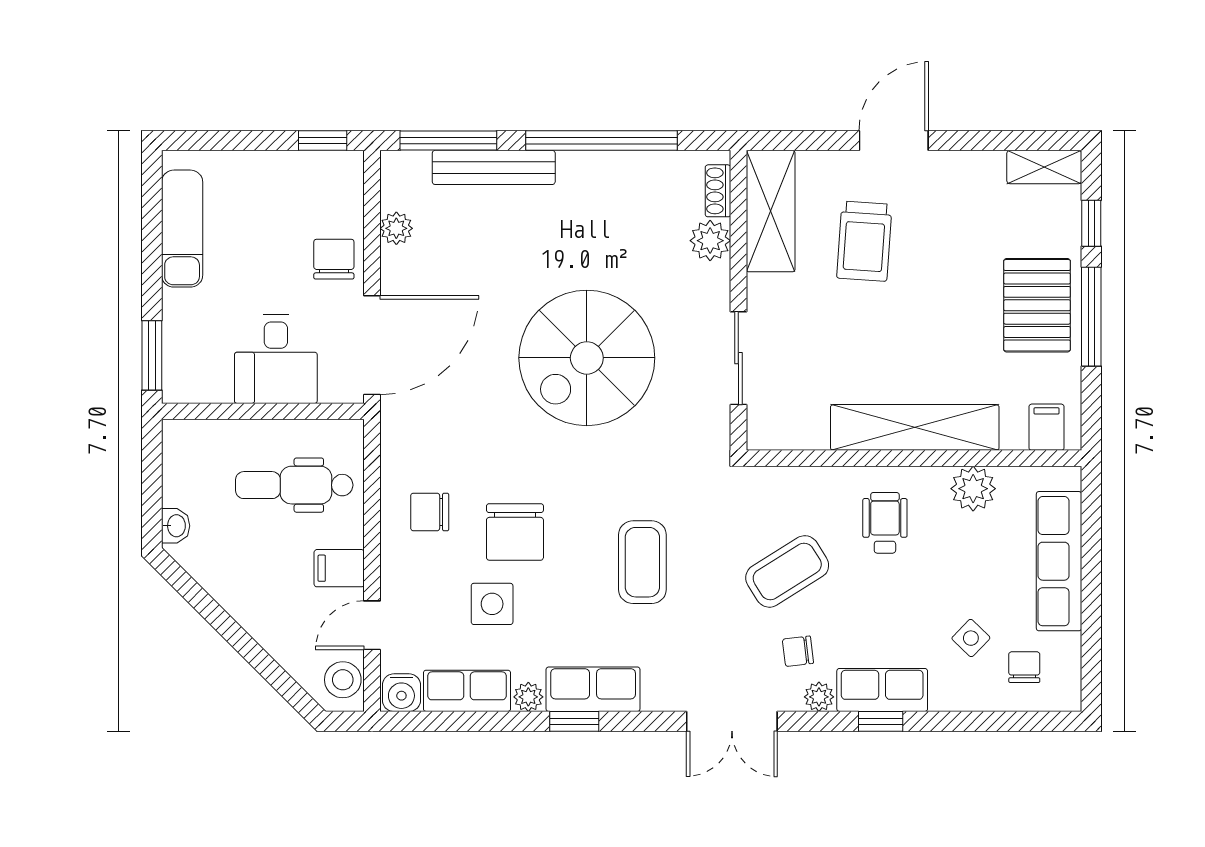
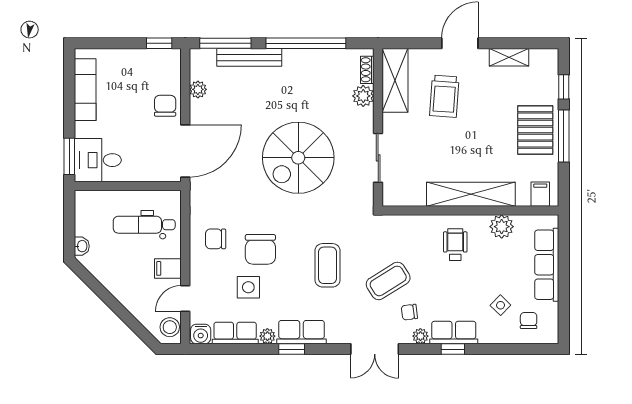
shelving: (1044, 167) -> (509, 57), moved
desk: (276, 359) -> (98, 160), moved, turned 90
coffee table: (787, 571) -> (388, 281), moved

